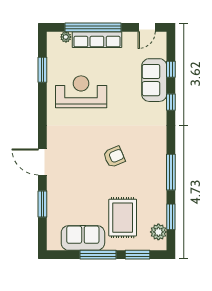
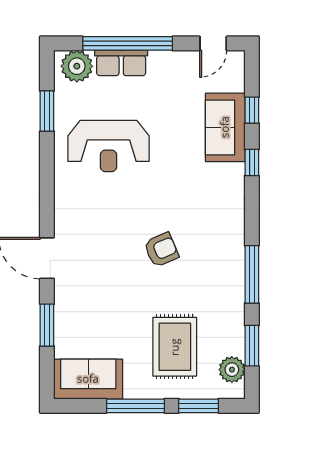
plant: (66, 37) -> (77, 66), width x1.87, depth x1.87
row of seats: (97, 40) -> (121, 63), width x0.68
reception desk: (81, 92) -> (108, 146), turned 180
sofa: (83, 238) -> (88, 379), moved

